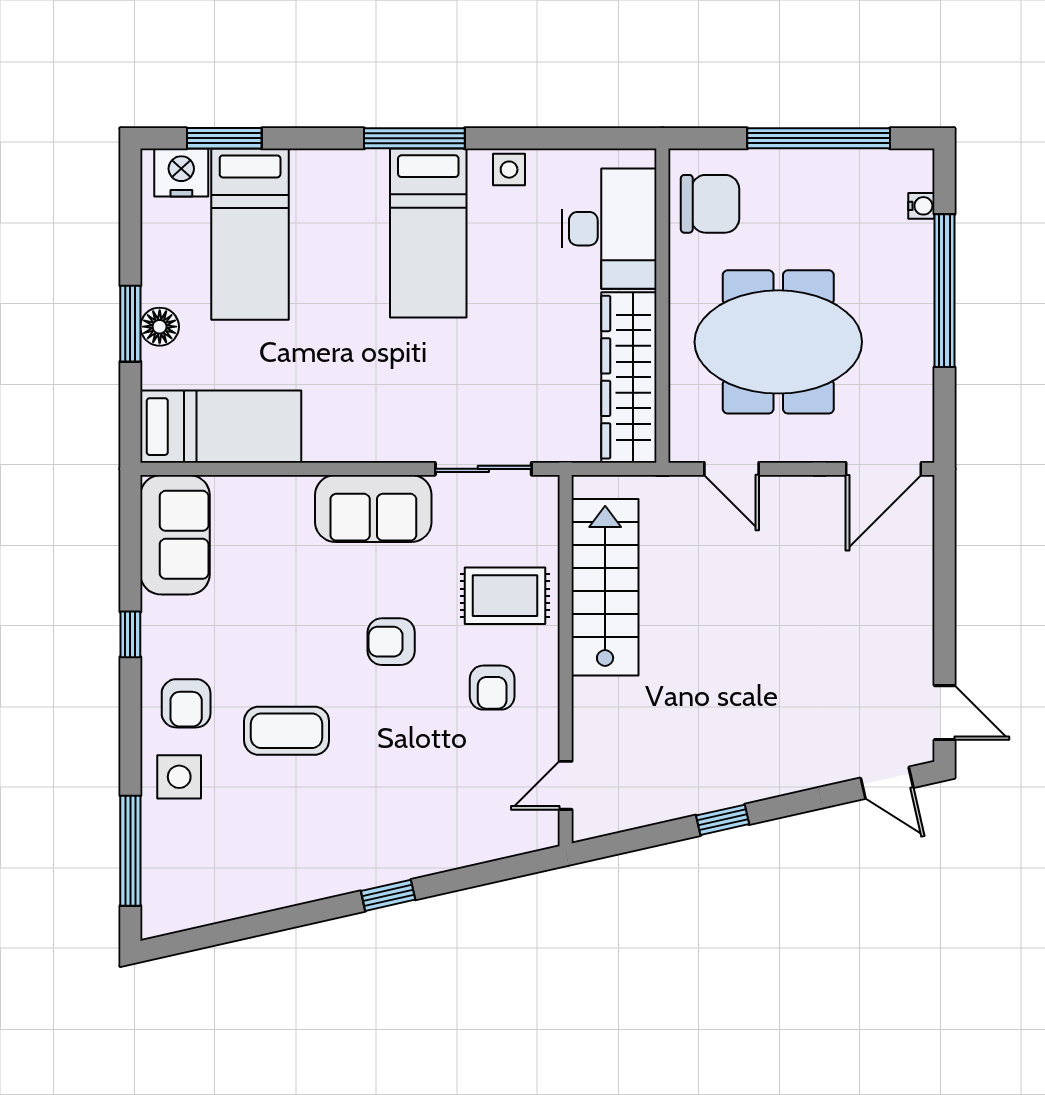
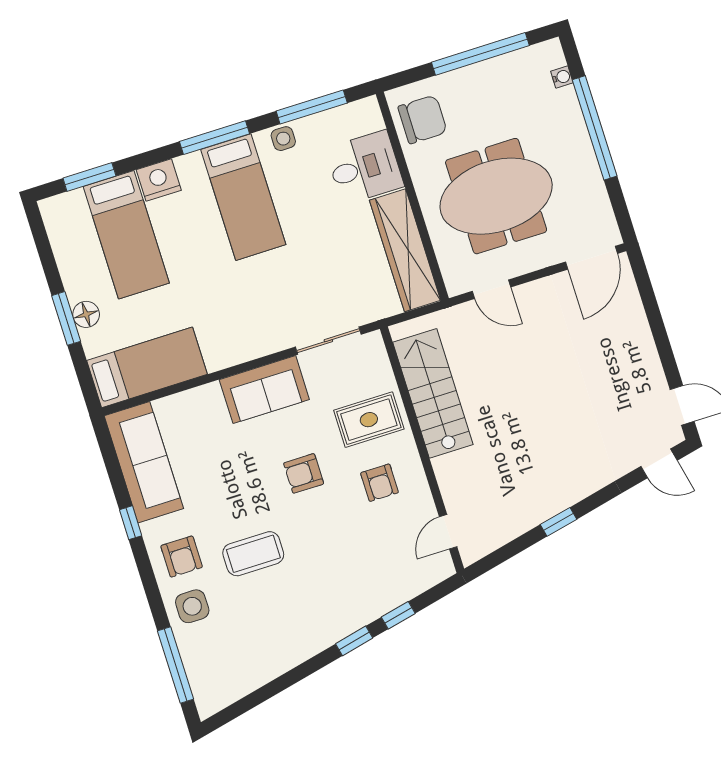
window: (562, 138) -> (312, 107), added
nightstand: (181, 173) -> (159, 180), moved
desk: (609, 229) -> (365, 167), width x0.73
sofa: (175, 535) -> (144, 462), width x1.36
window: (460, 879) -> (398, 615), added

